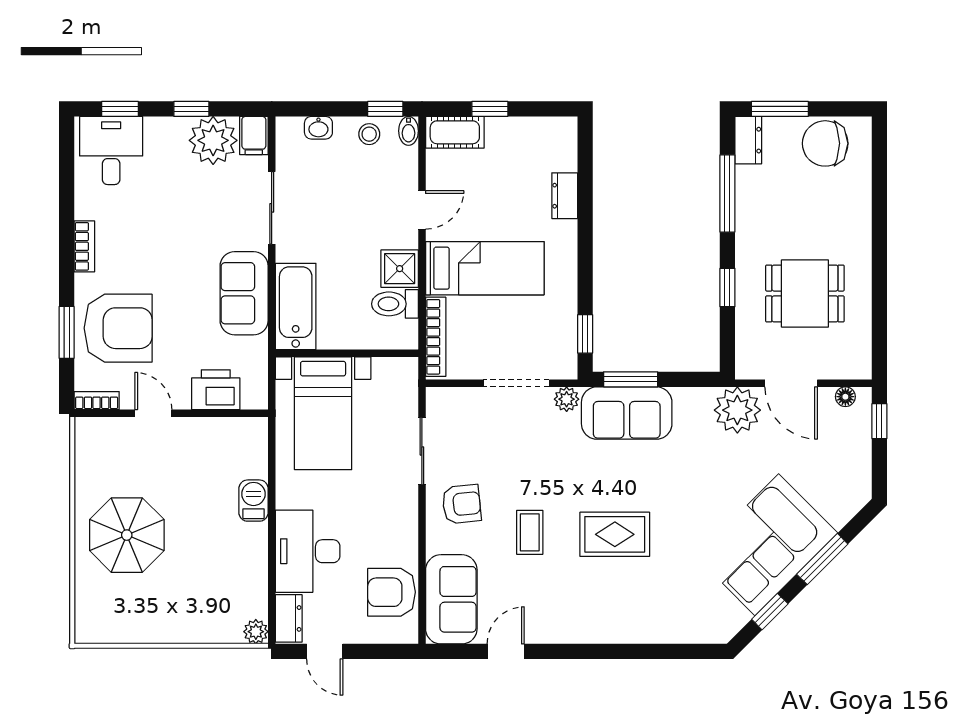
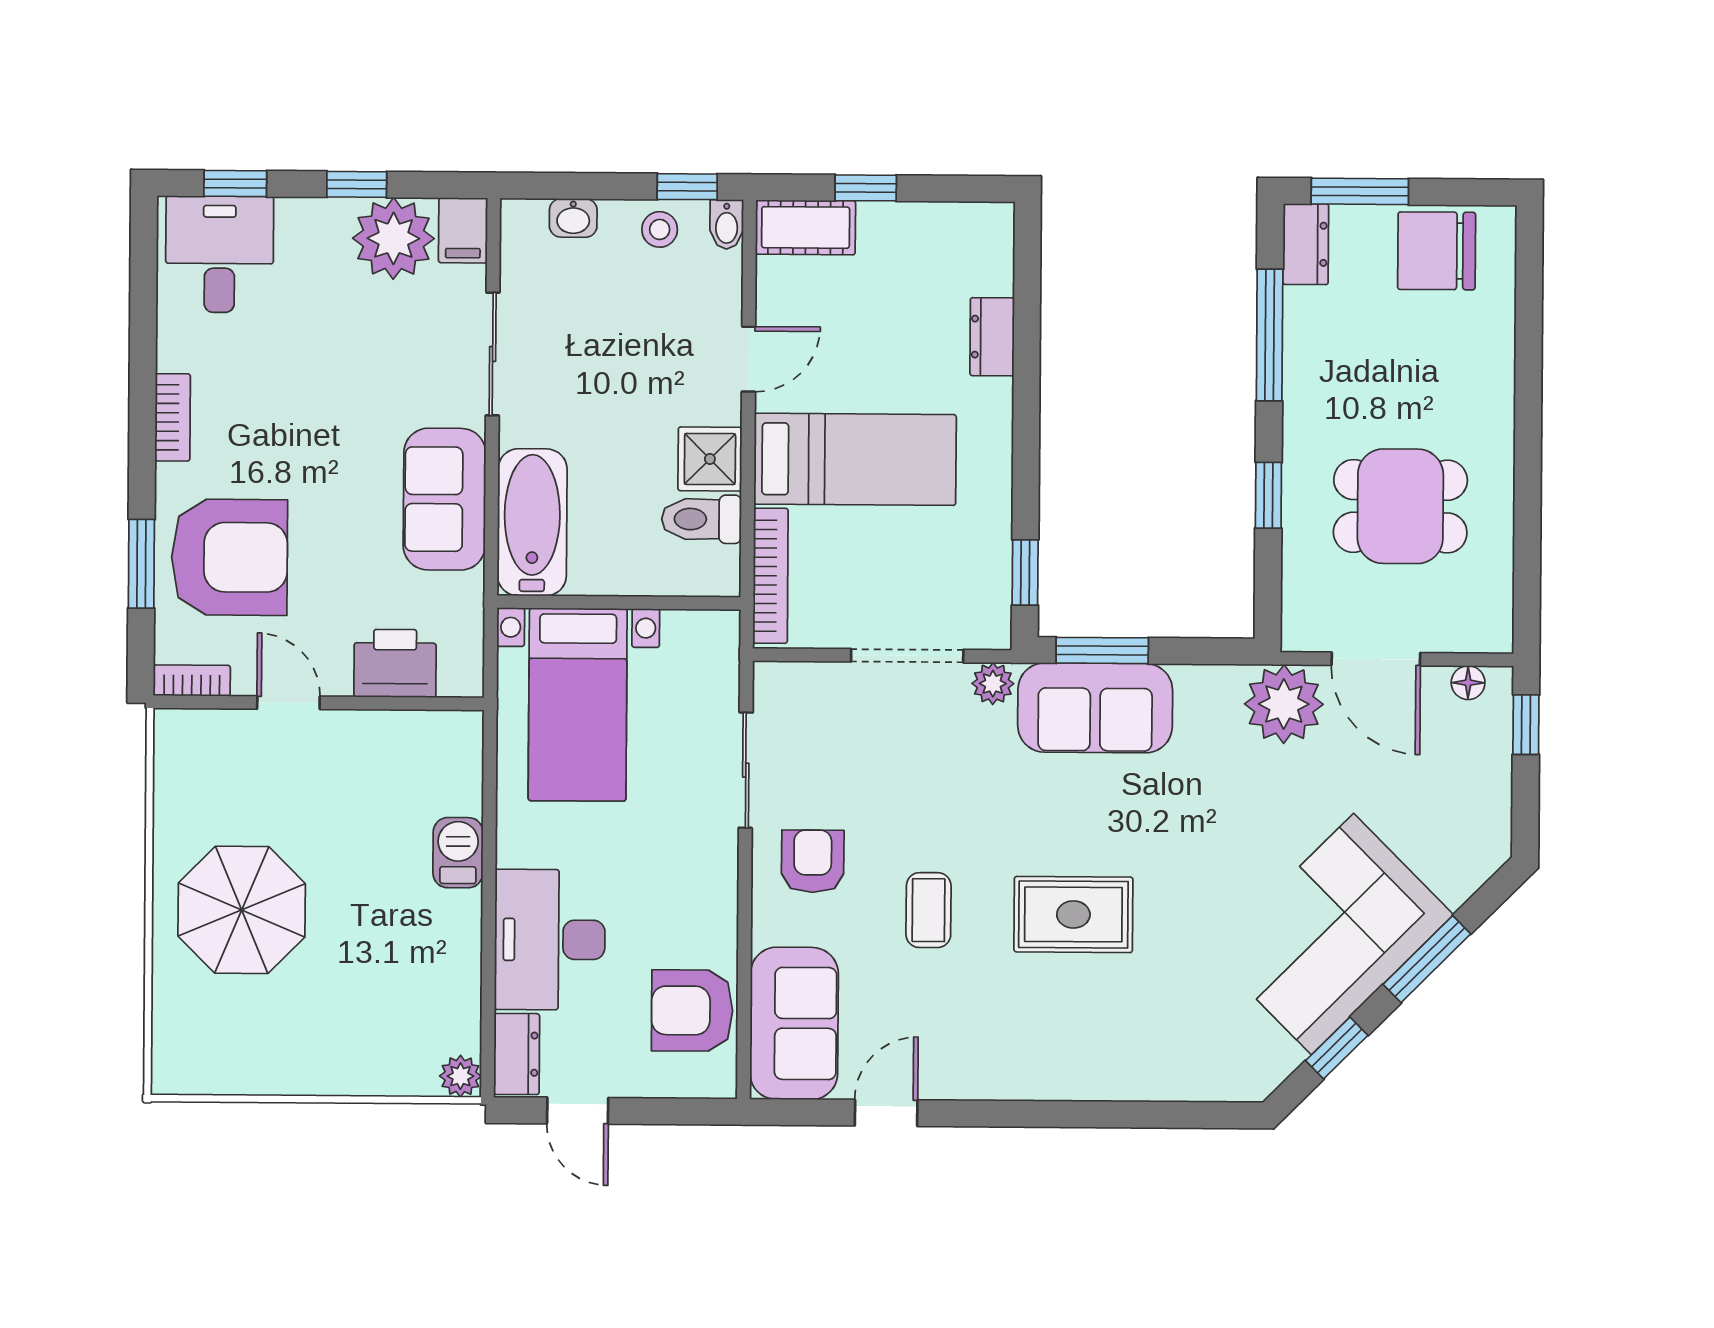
armchair: (462, 504) -> (813, 861), turned -84

